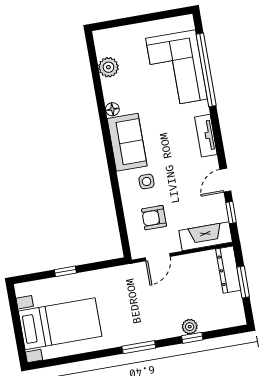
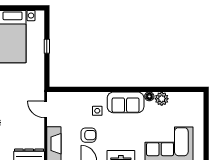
plant: (108, 67) -> (162, 99), moved
armchair: (154, 218) -> (88, 135), moved, turned 90

